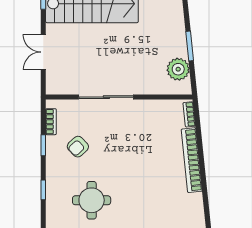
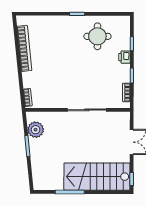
armchair: (78, 147) -> (107, 75), removed
bookcase: (192, 160) -> (24, 48), moved
printer: (54, 171) -> (124, 57), added

